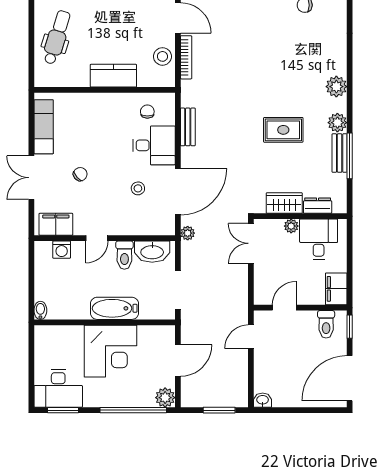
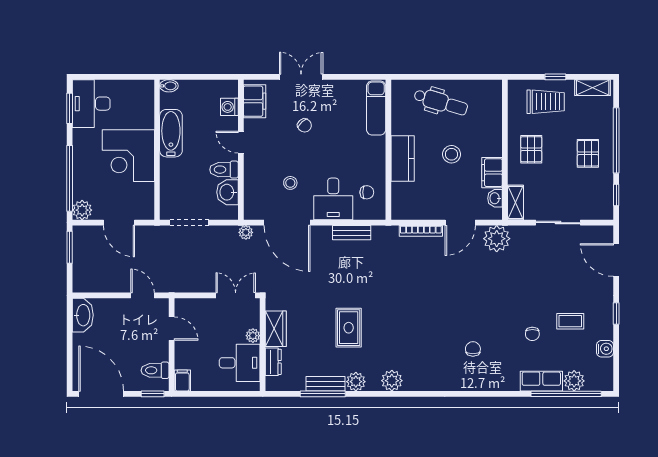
stool: (162, 56) -> (452, 154), moved
exam couch: (44, 127) -> (376, 108), moved, turned 90
washbasin: (152, 252) -> (227, 192), width x0.72
filing cabinet: (336, 289) -> (182, 380), width x0.50
bathtub: (114, 308) -> (171, 133), moved
washbasin: (263, 400) -> (83, 315), width x1.91, depth x1.45
window: (219, 410) -> (70, 247), moved

